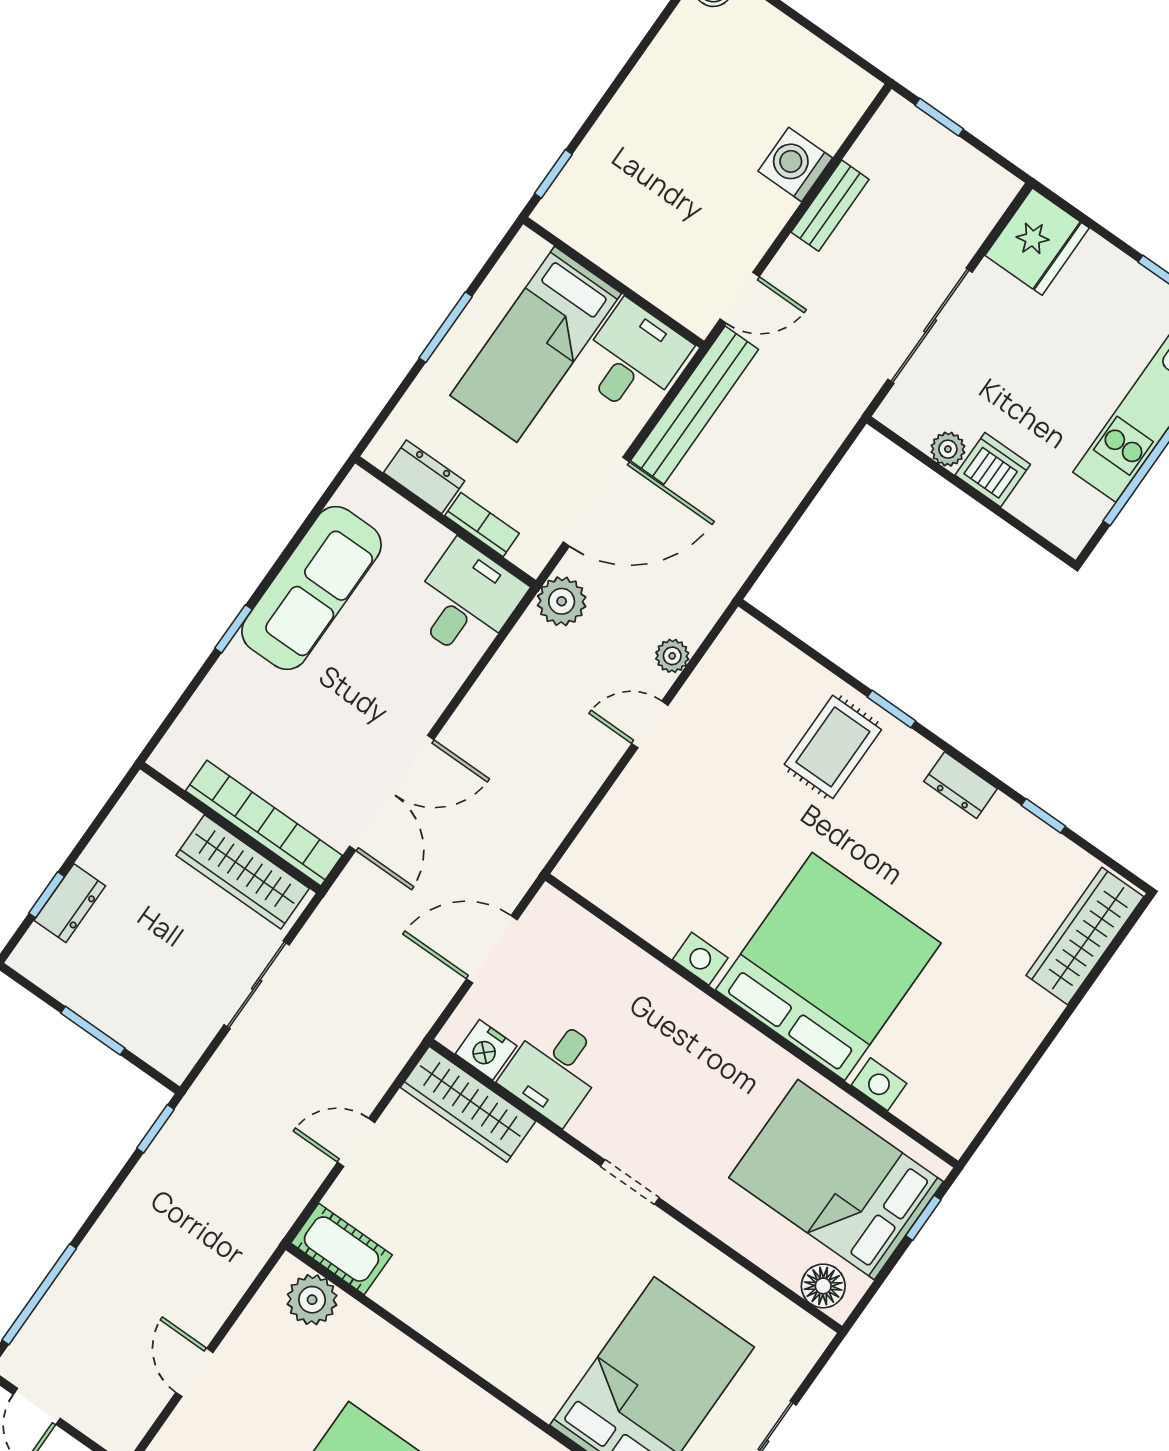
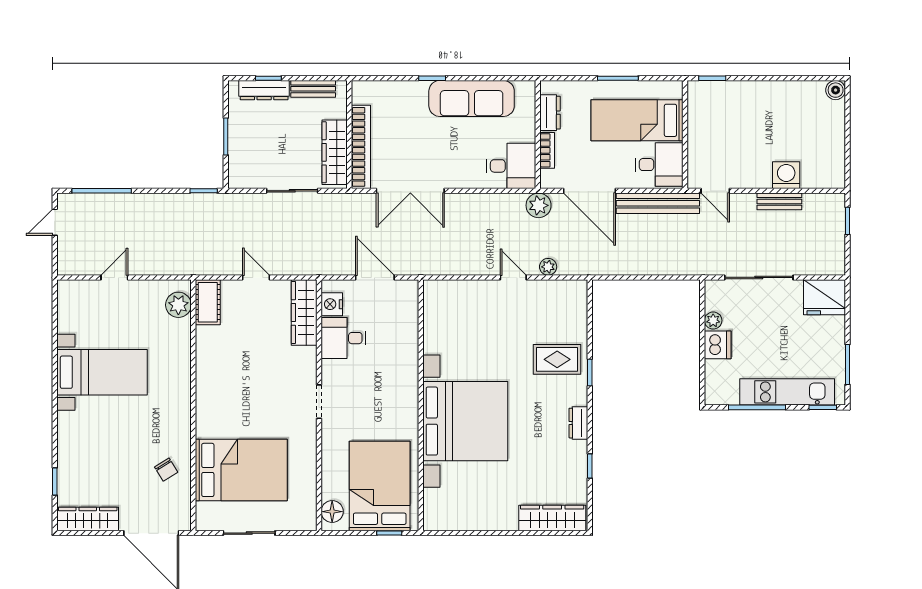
bench: (115, 834) -> (313, 89), added
dresser: (70, 903) -> (264, 90), width x1.44

